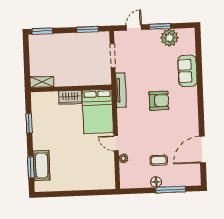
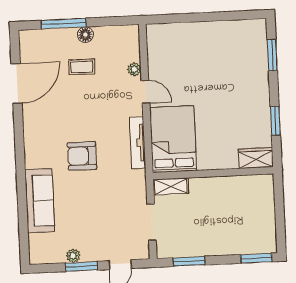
plant: (170, 38) -> (73, 256), width x0.53, depth x0.53
sofa: (187, 71) -> (40, 201), width x1.36
shelving: (42, 82) -> (171, 186), moved
tv unit: (121, 90) -> (137, 143), moved
wardrobe: (70, 97) -> (256, 158), moved
cot: (42, 166) -> (256, 58), removed

